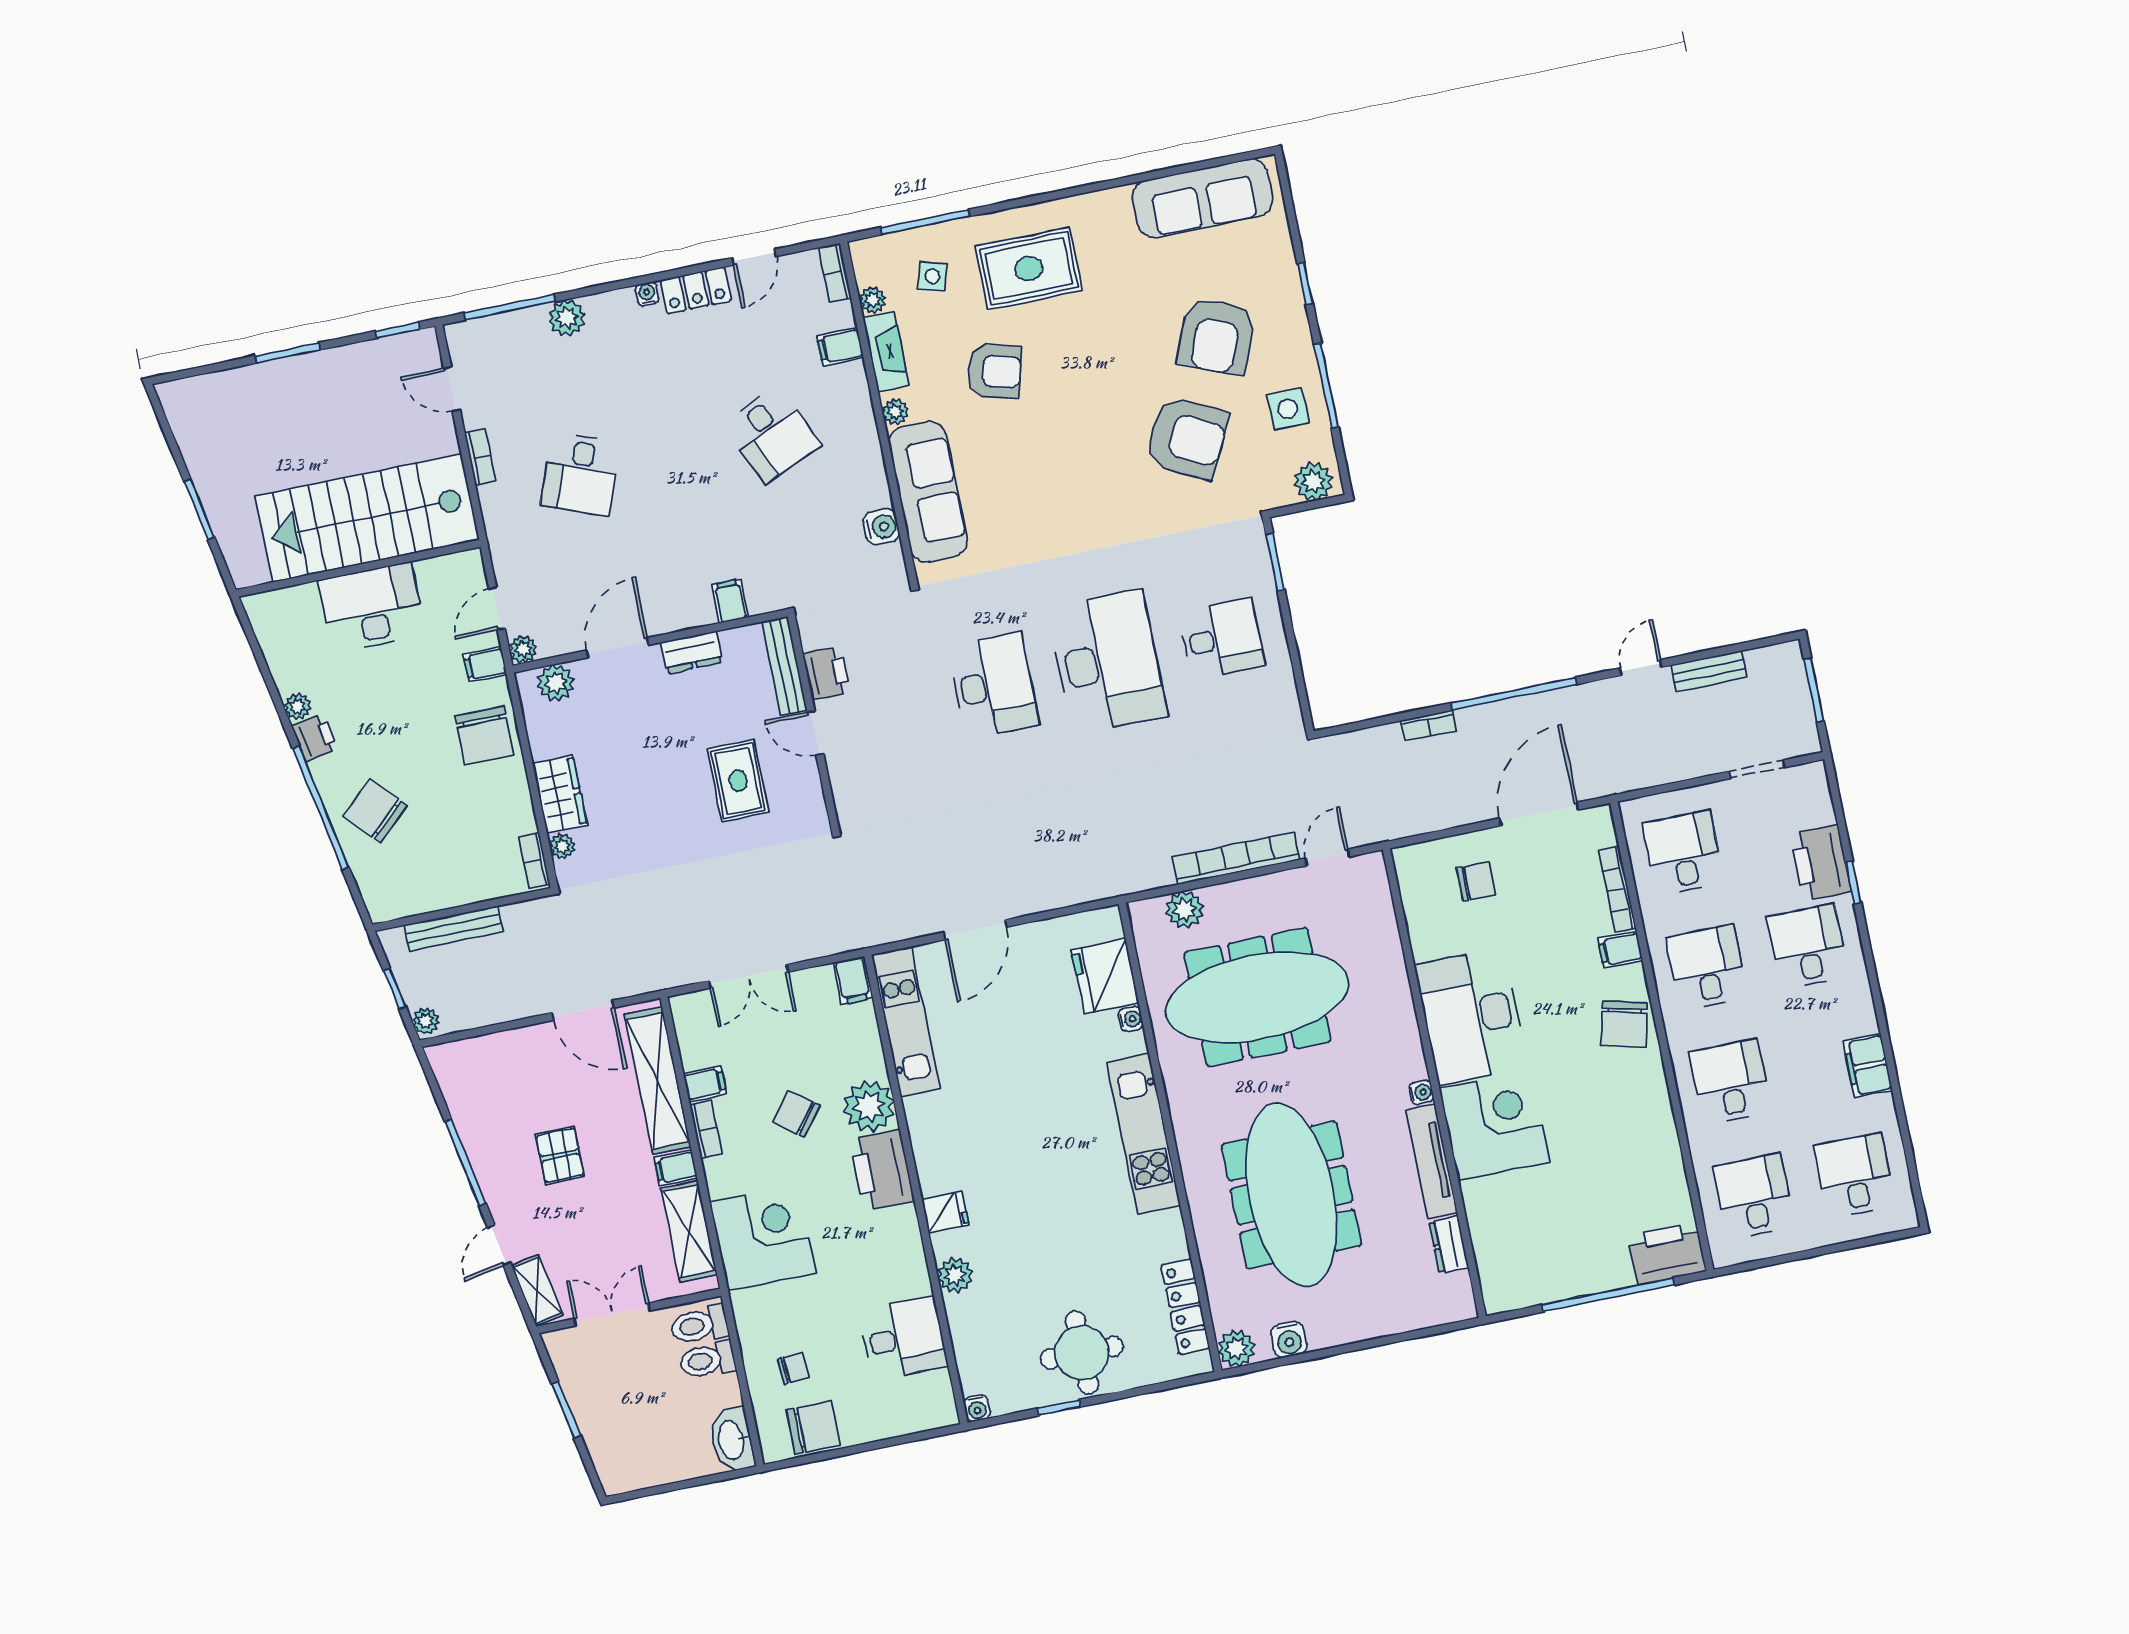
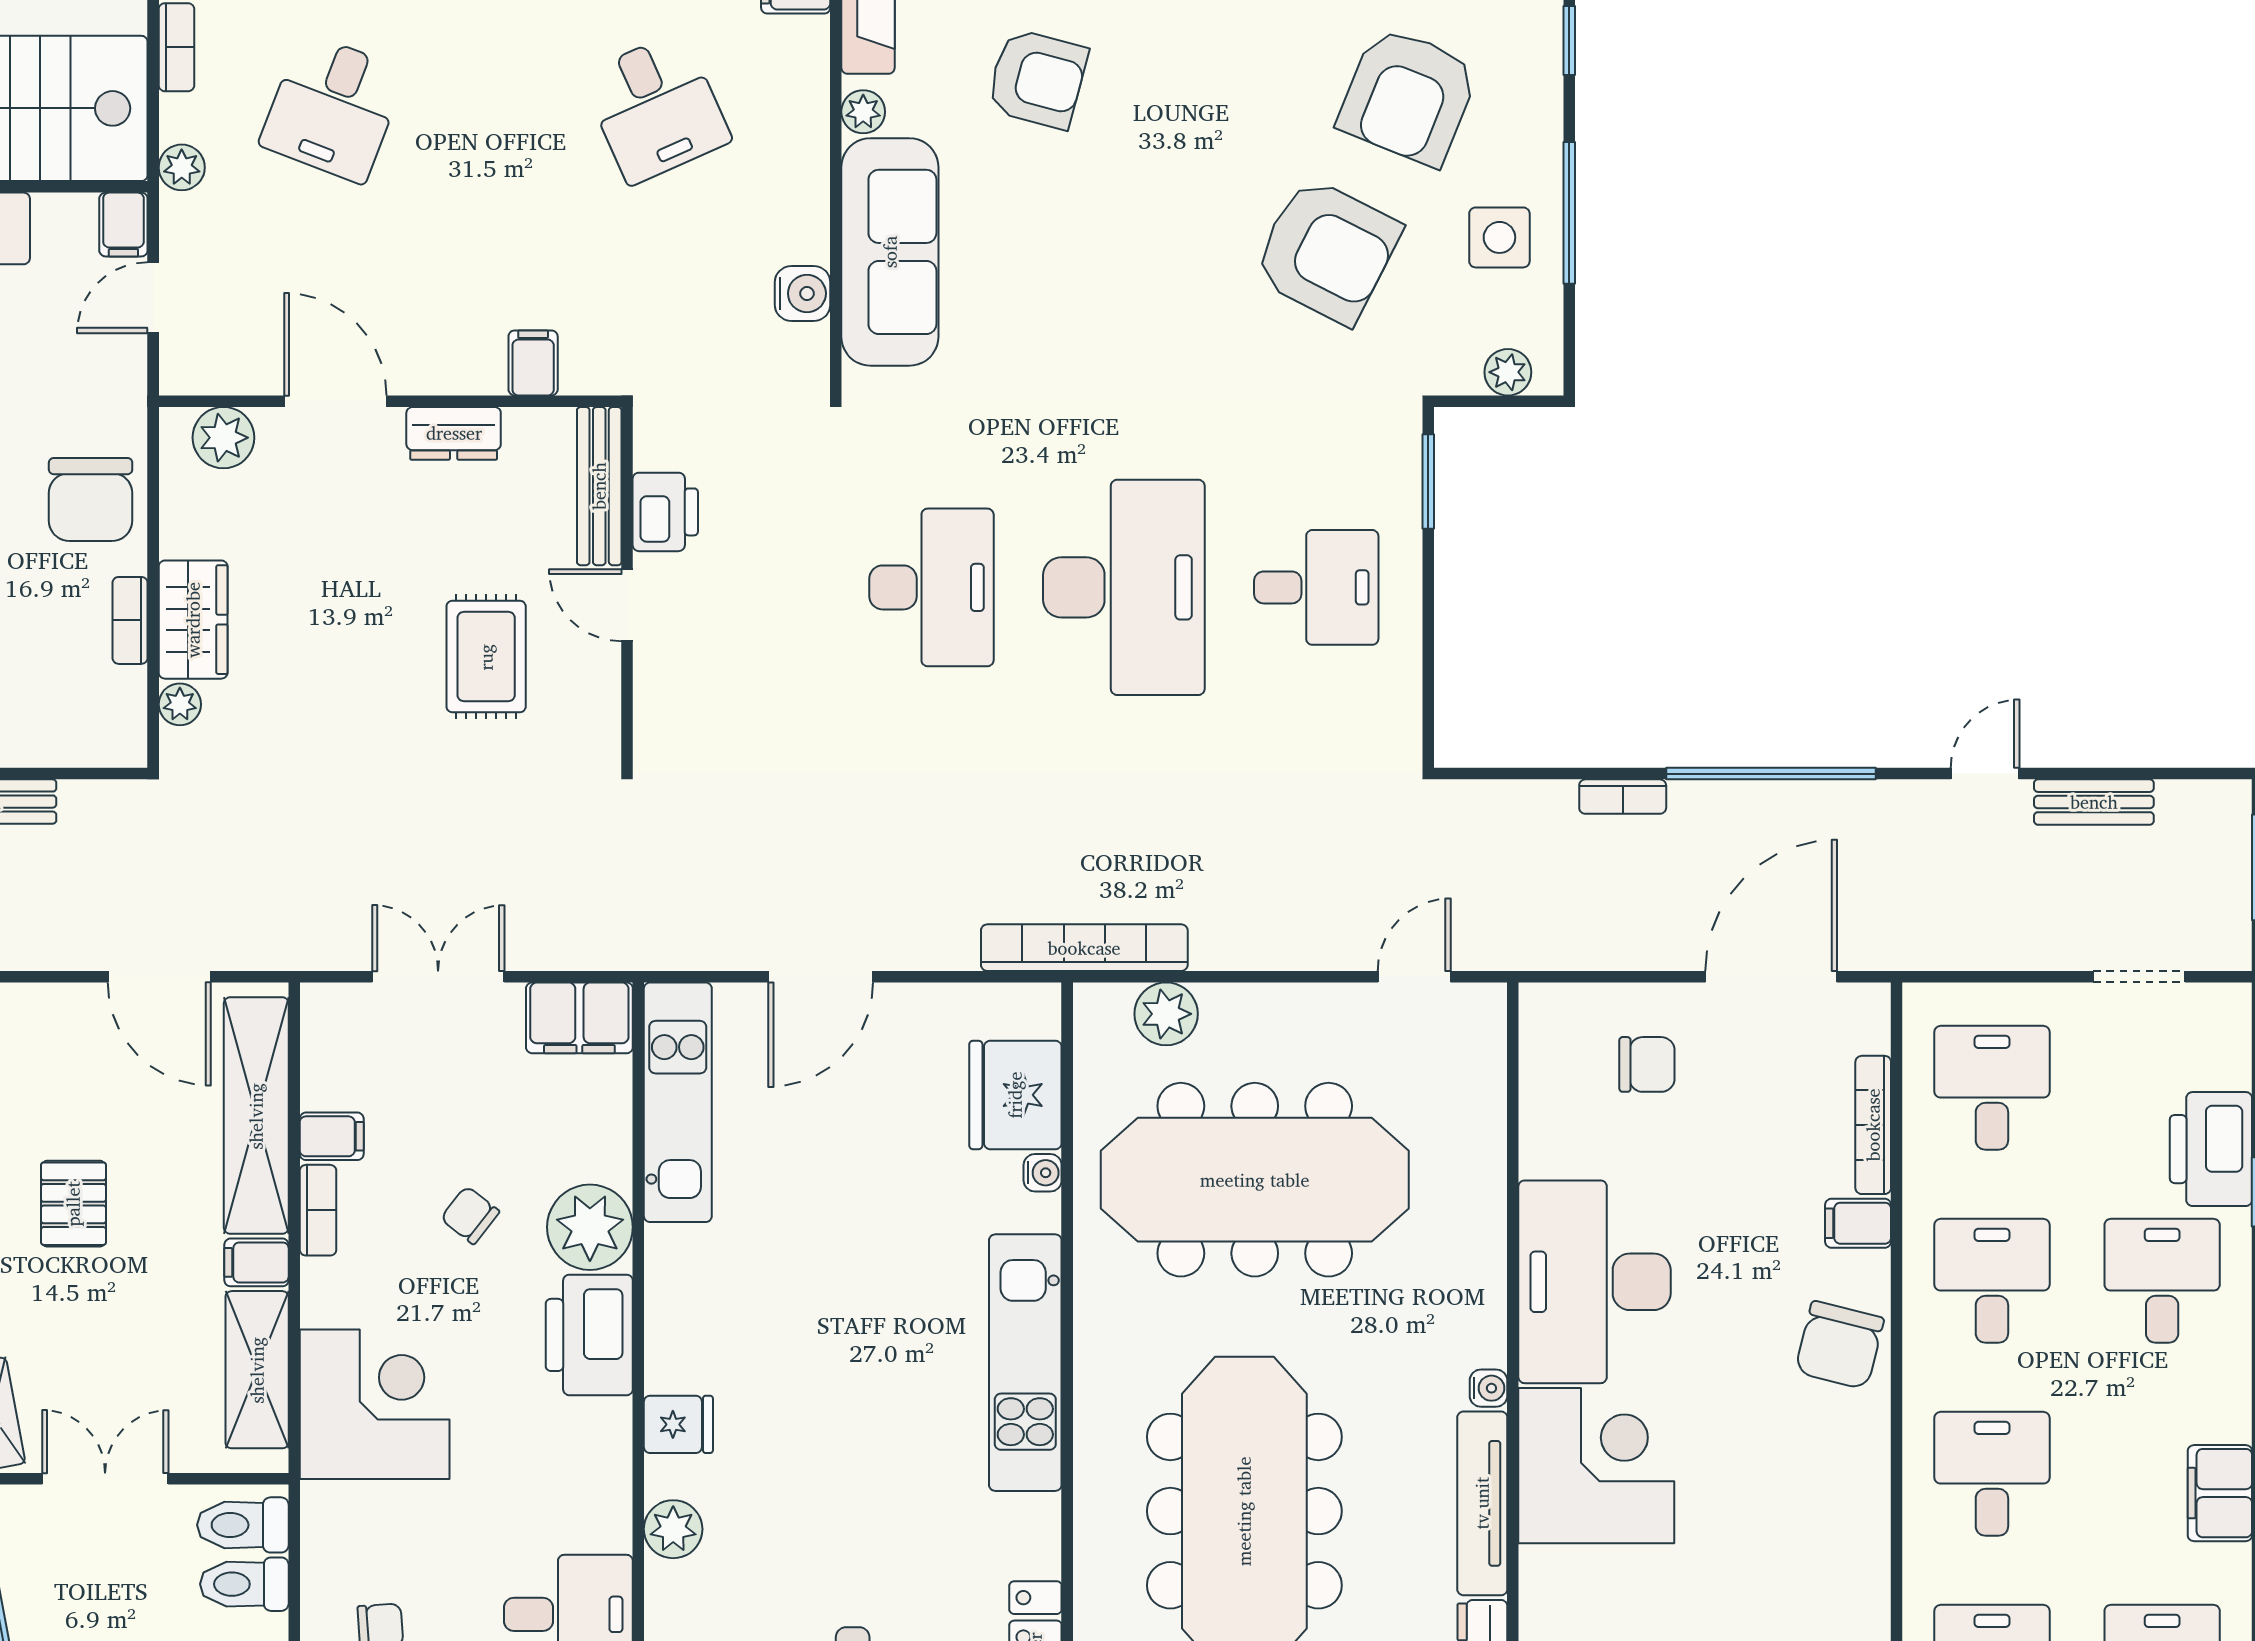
plant: (1313, 481) -> (1508, 372), width x0.73, depth x0.73
door: (617, 648) -> (335, 401), hinge flipped
plant: (523, 649) -> (182, 167), moved
filing cabinet: (485, 665) -> (123, 225), moved, turned -90
bookcase: (1236, 858) -> (1084, 948), moved
bookcase: (534, 861) -> (130, 620), moved
double door: (749, 976) -> (438, 977), swing flipped
filing cabinet: (853, 980) -> (579, 1018), width x2.00
chair: (796, 1114) -> (470, 1215), width x0.73, depth x0.73

